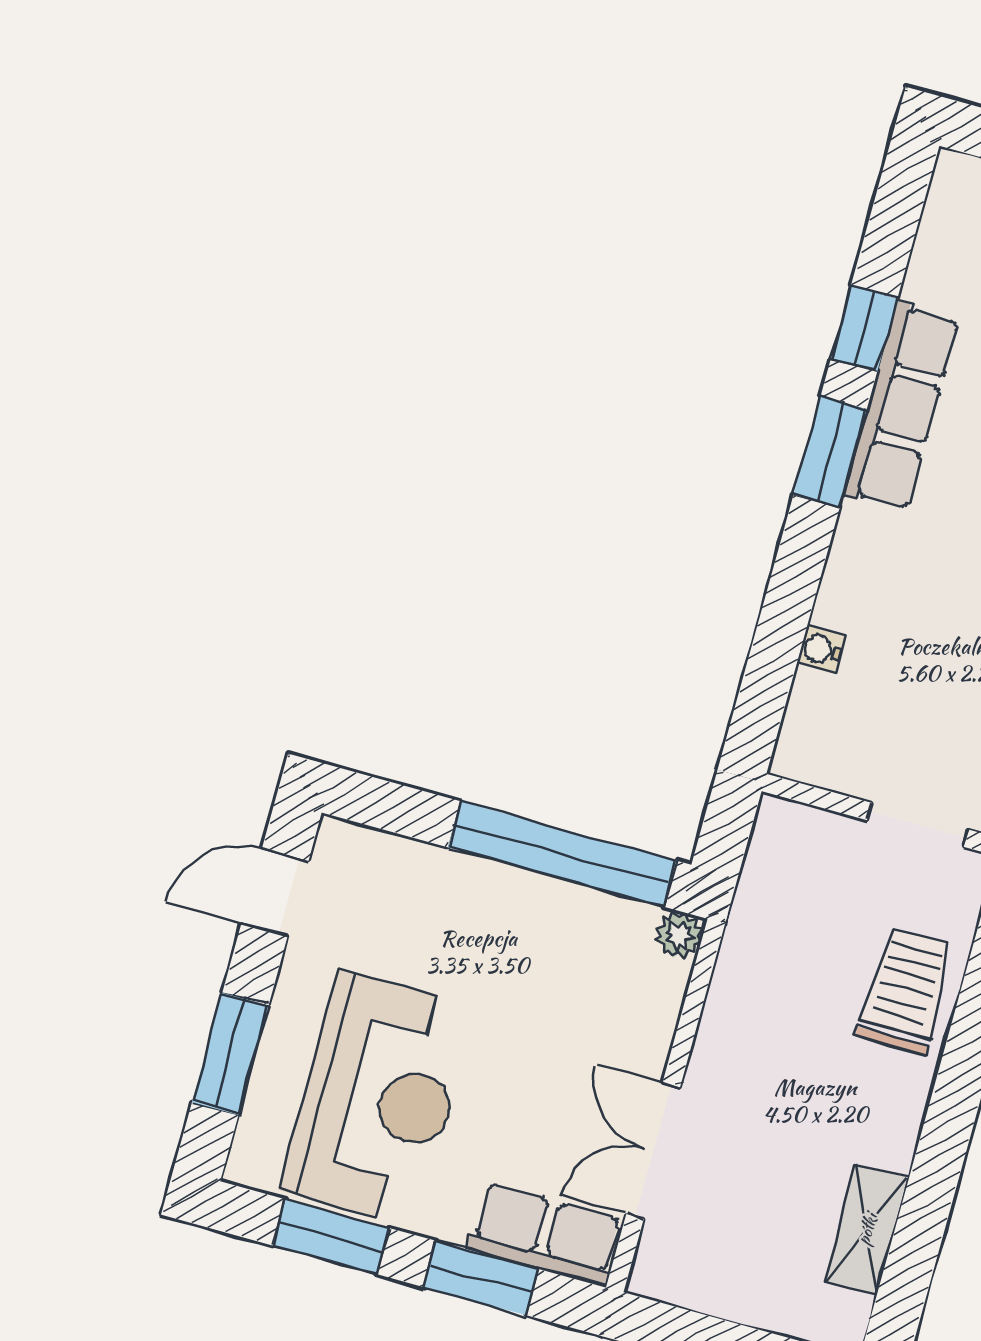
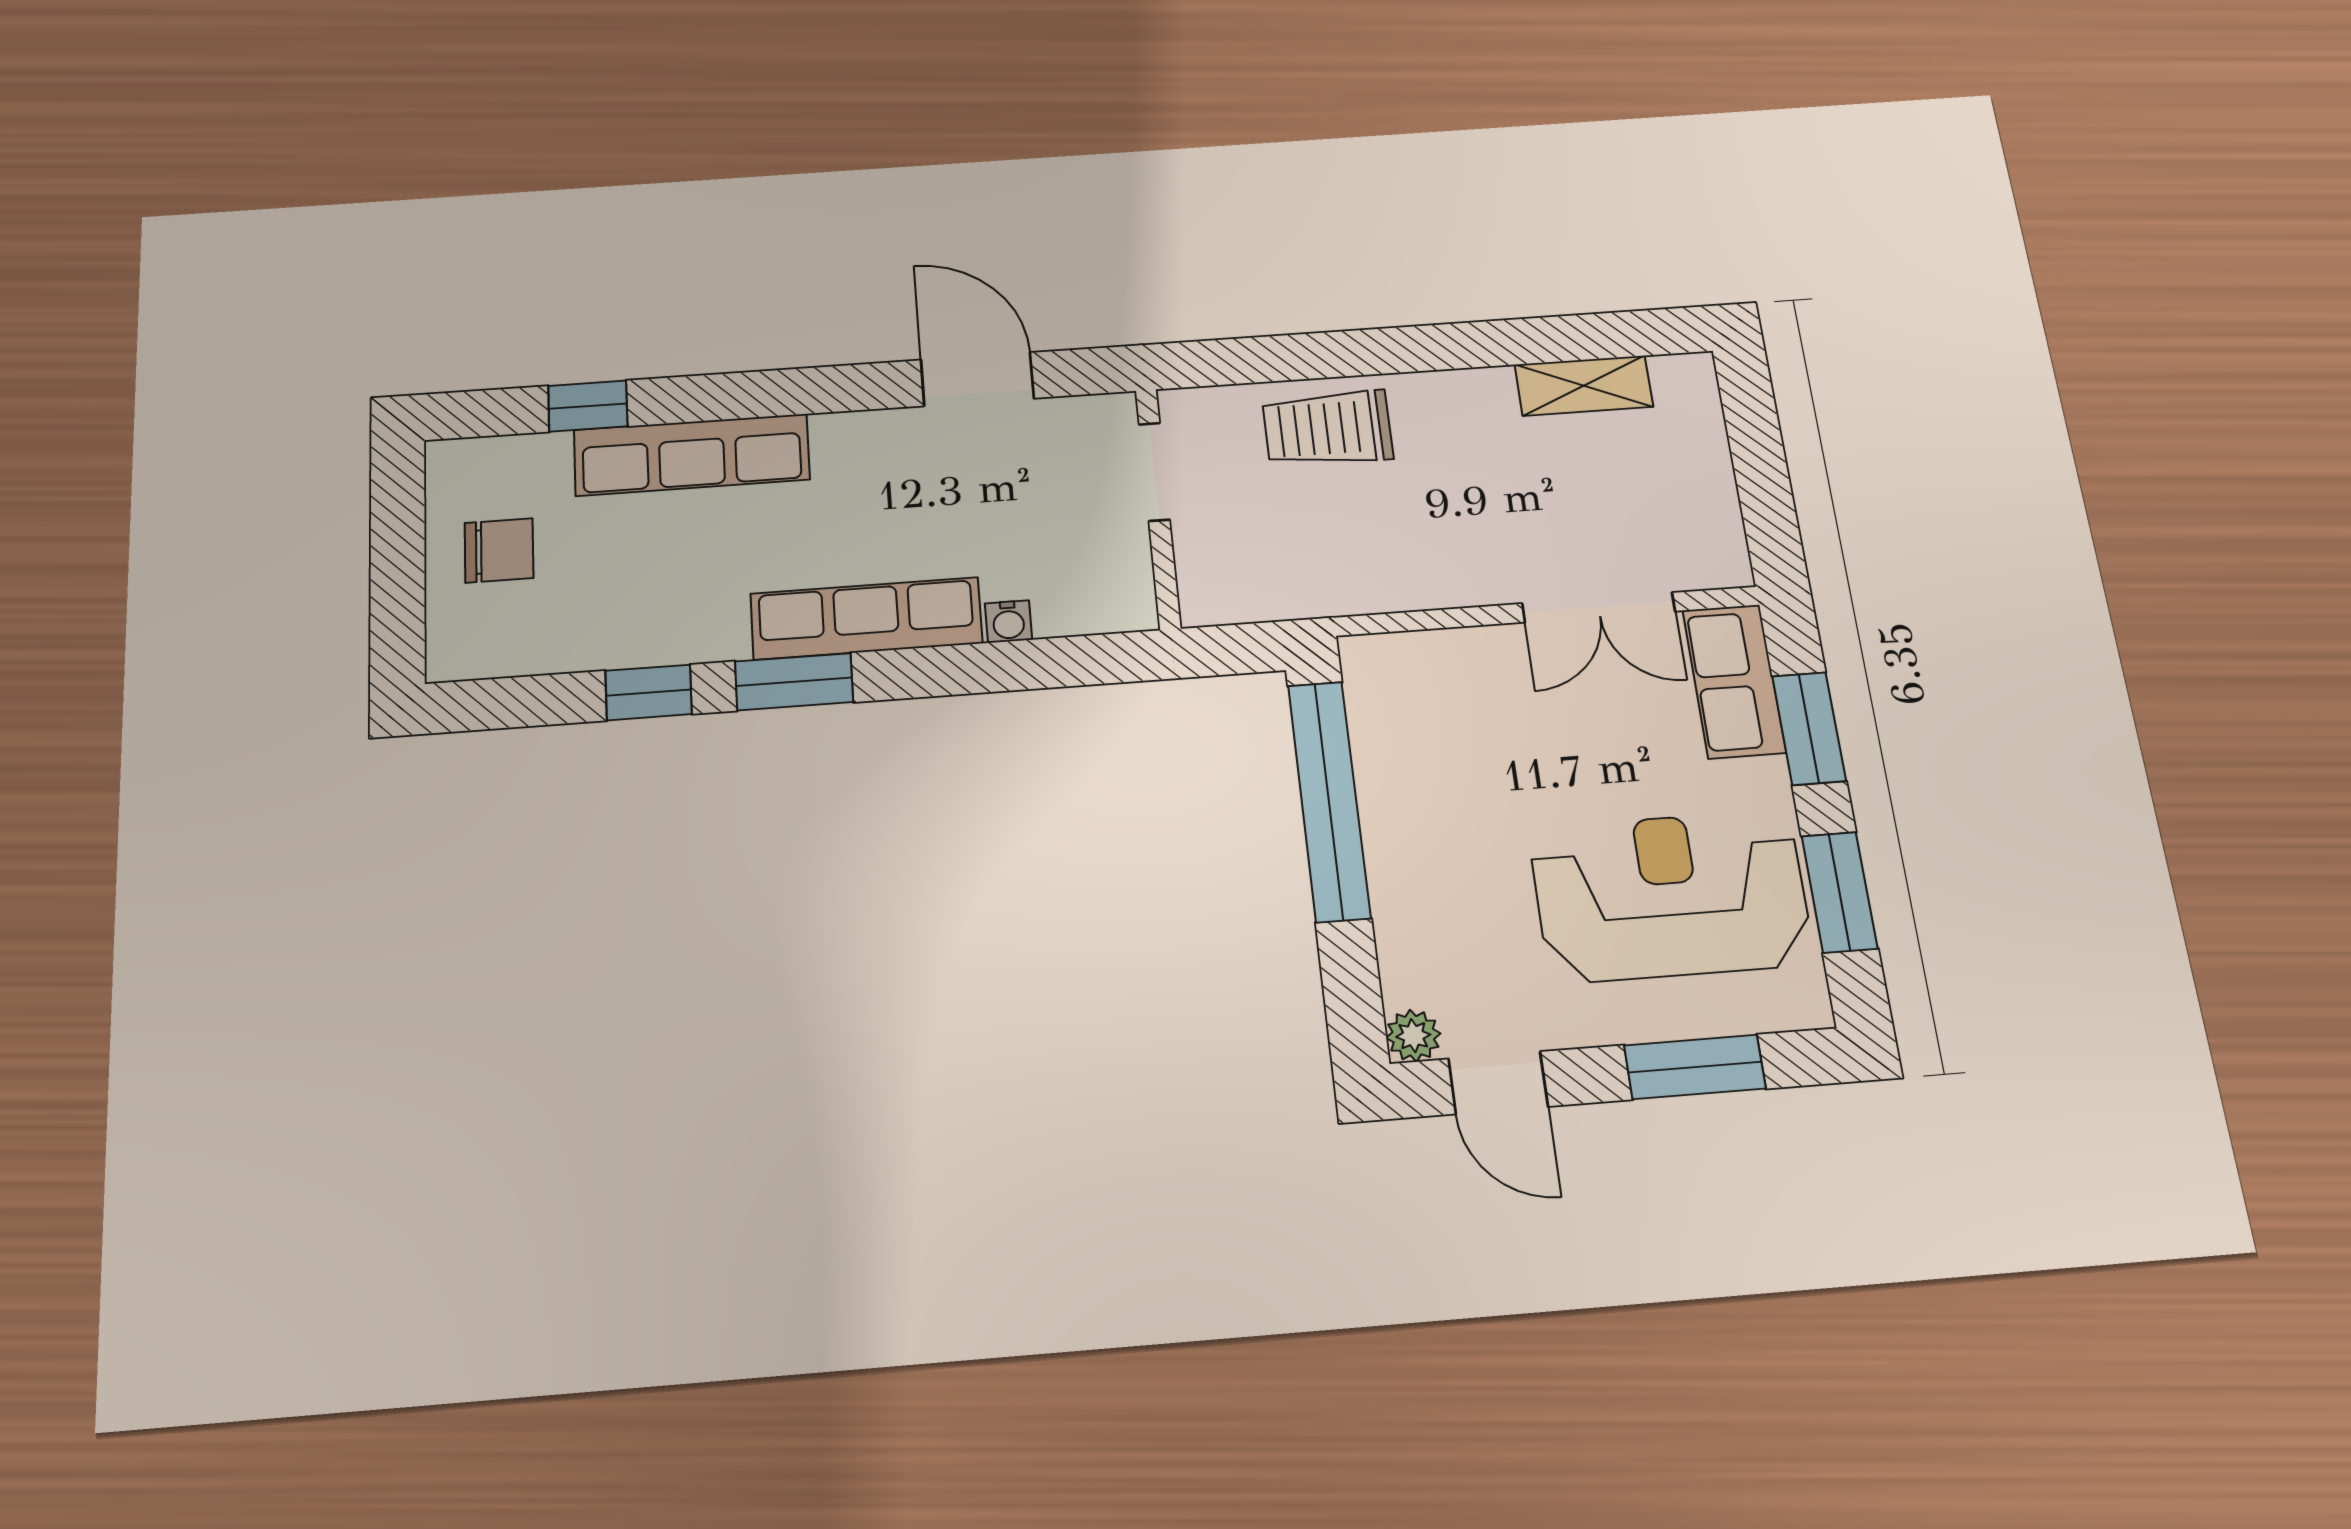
row of seats: (901, 407) -> (866, 618), moved
plant: (679, 935) -> (1413, 1036), moved

